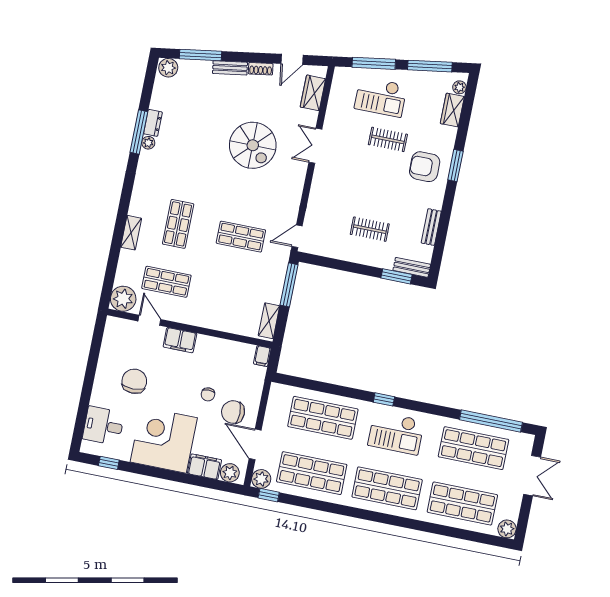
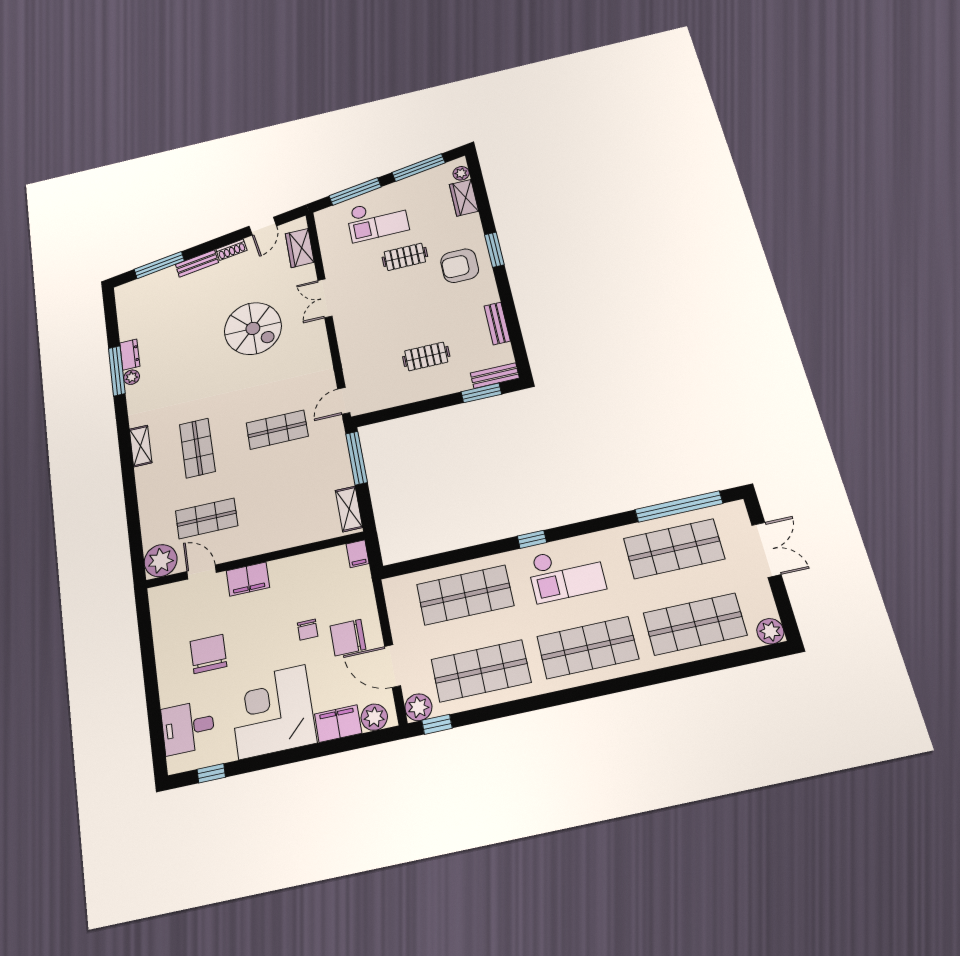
plant: (168, 68) -> (128, 293), removed
shelving: (131, 233) -> (141, 446), moved

